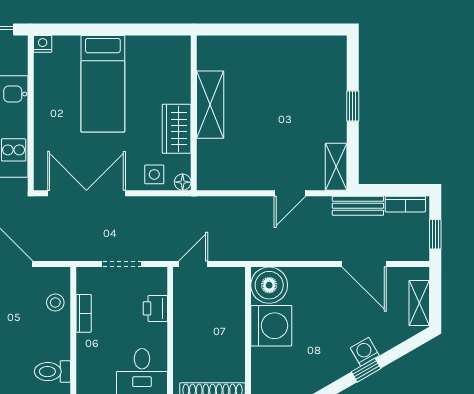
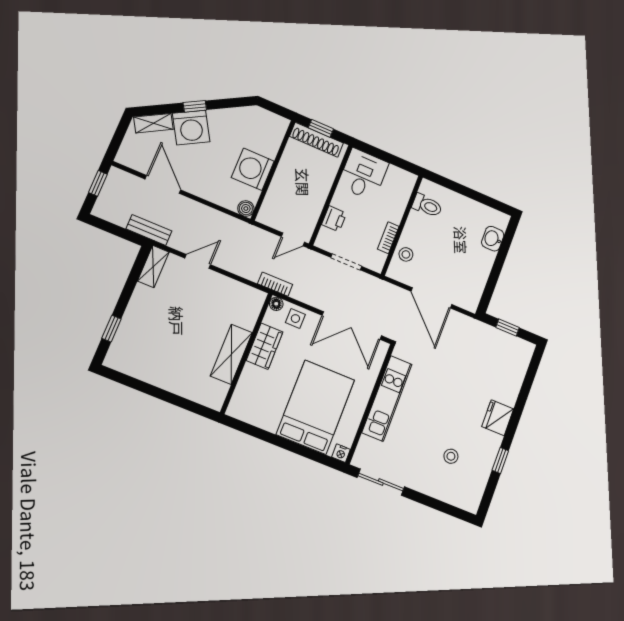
bed: (103, 84) -> (315, 407), width x1.50
window: (353, 106) -> (111, 329), moved
bookcase: (405, 204) -> (275, 284), moved
boiler: (269, 285) -> (246, 209), width x0.54, depth x0.54
shelving: (419, 303) -> (153, 123), moved, turned 60
washing machine: (365, 352) -> (191, 128), width x1.89, depth x1.89

